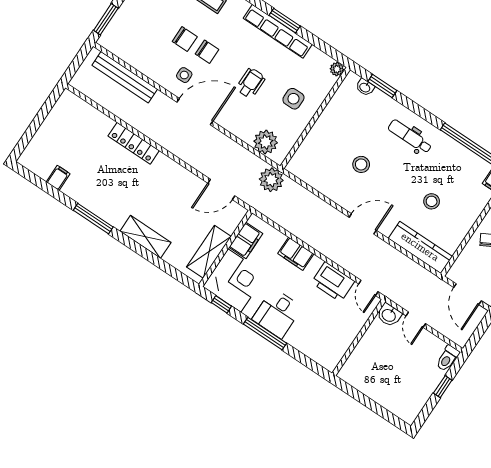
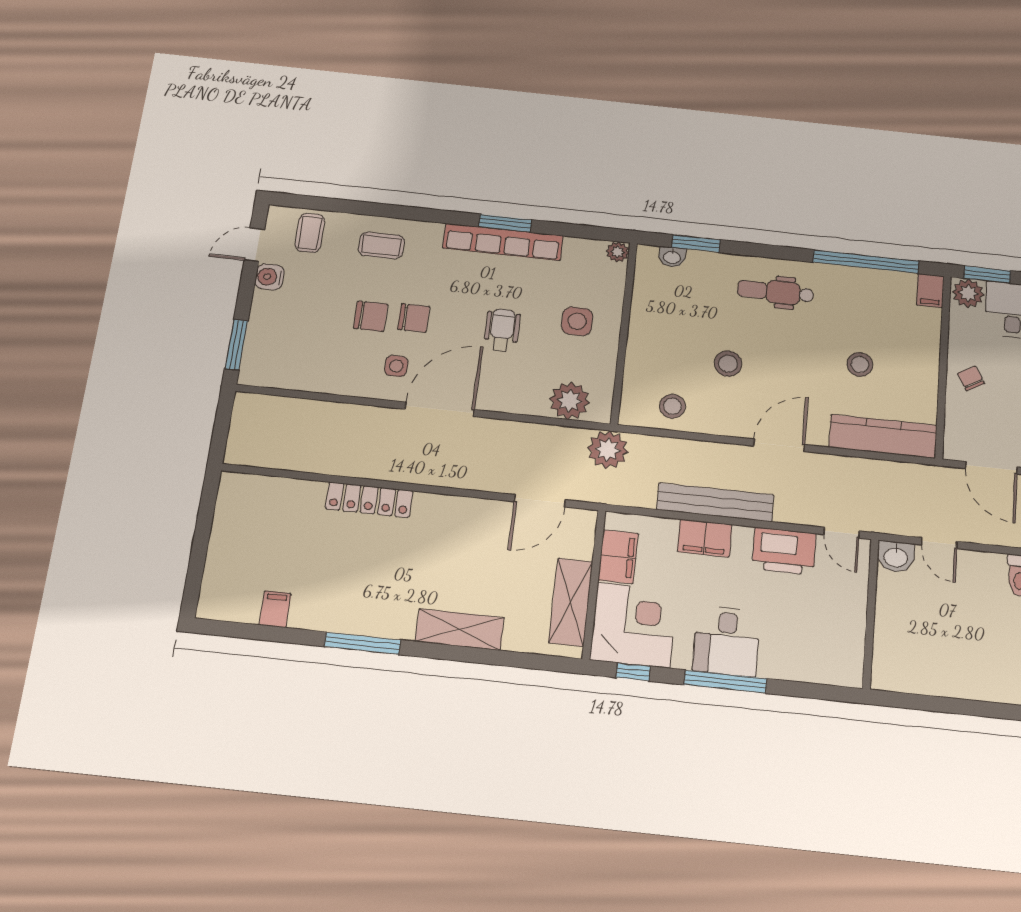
bench: (125, 77) -> (715, 502), moved
stool: (318, 173) -> (672, 406), added

